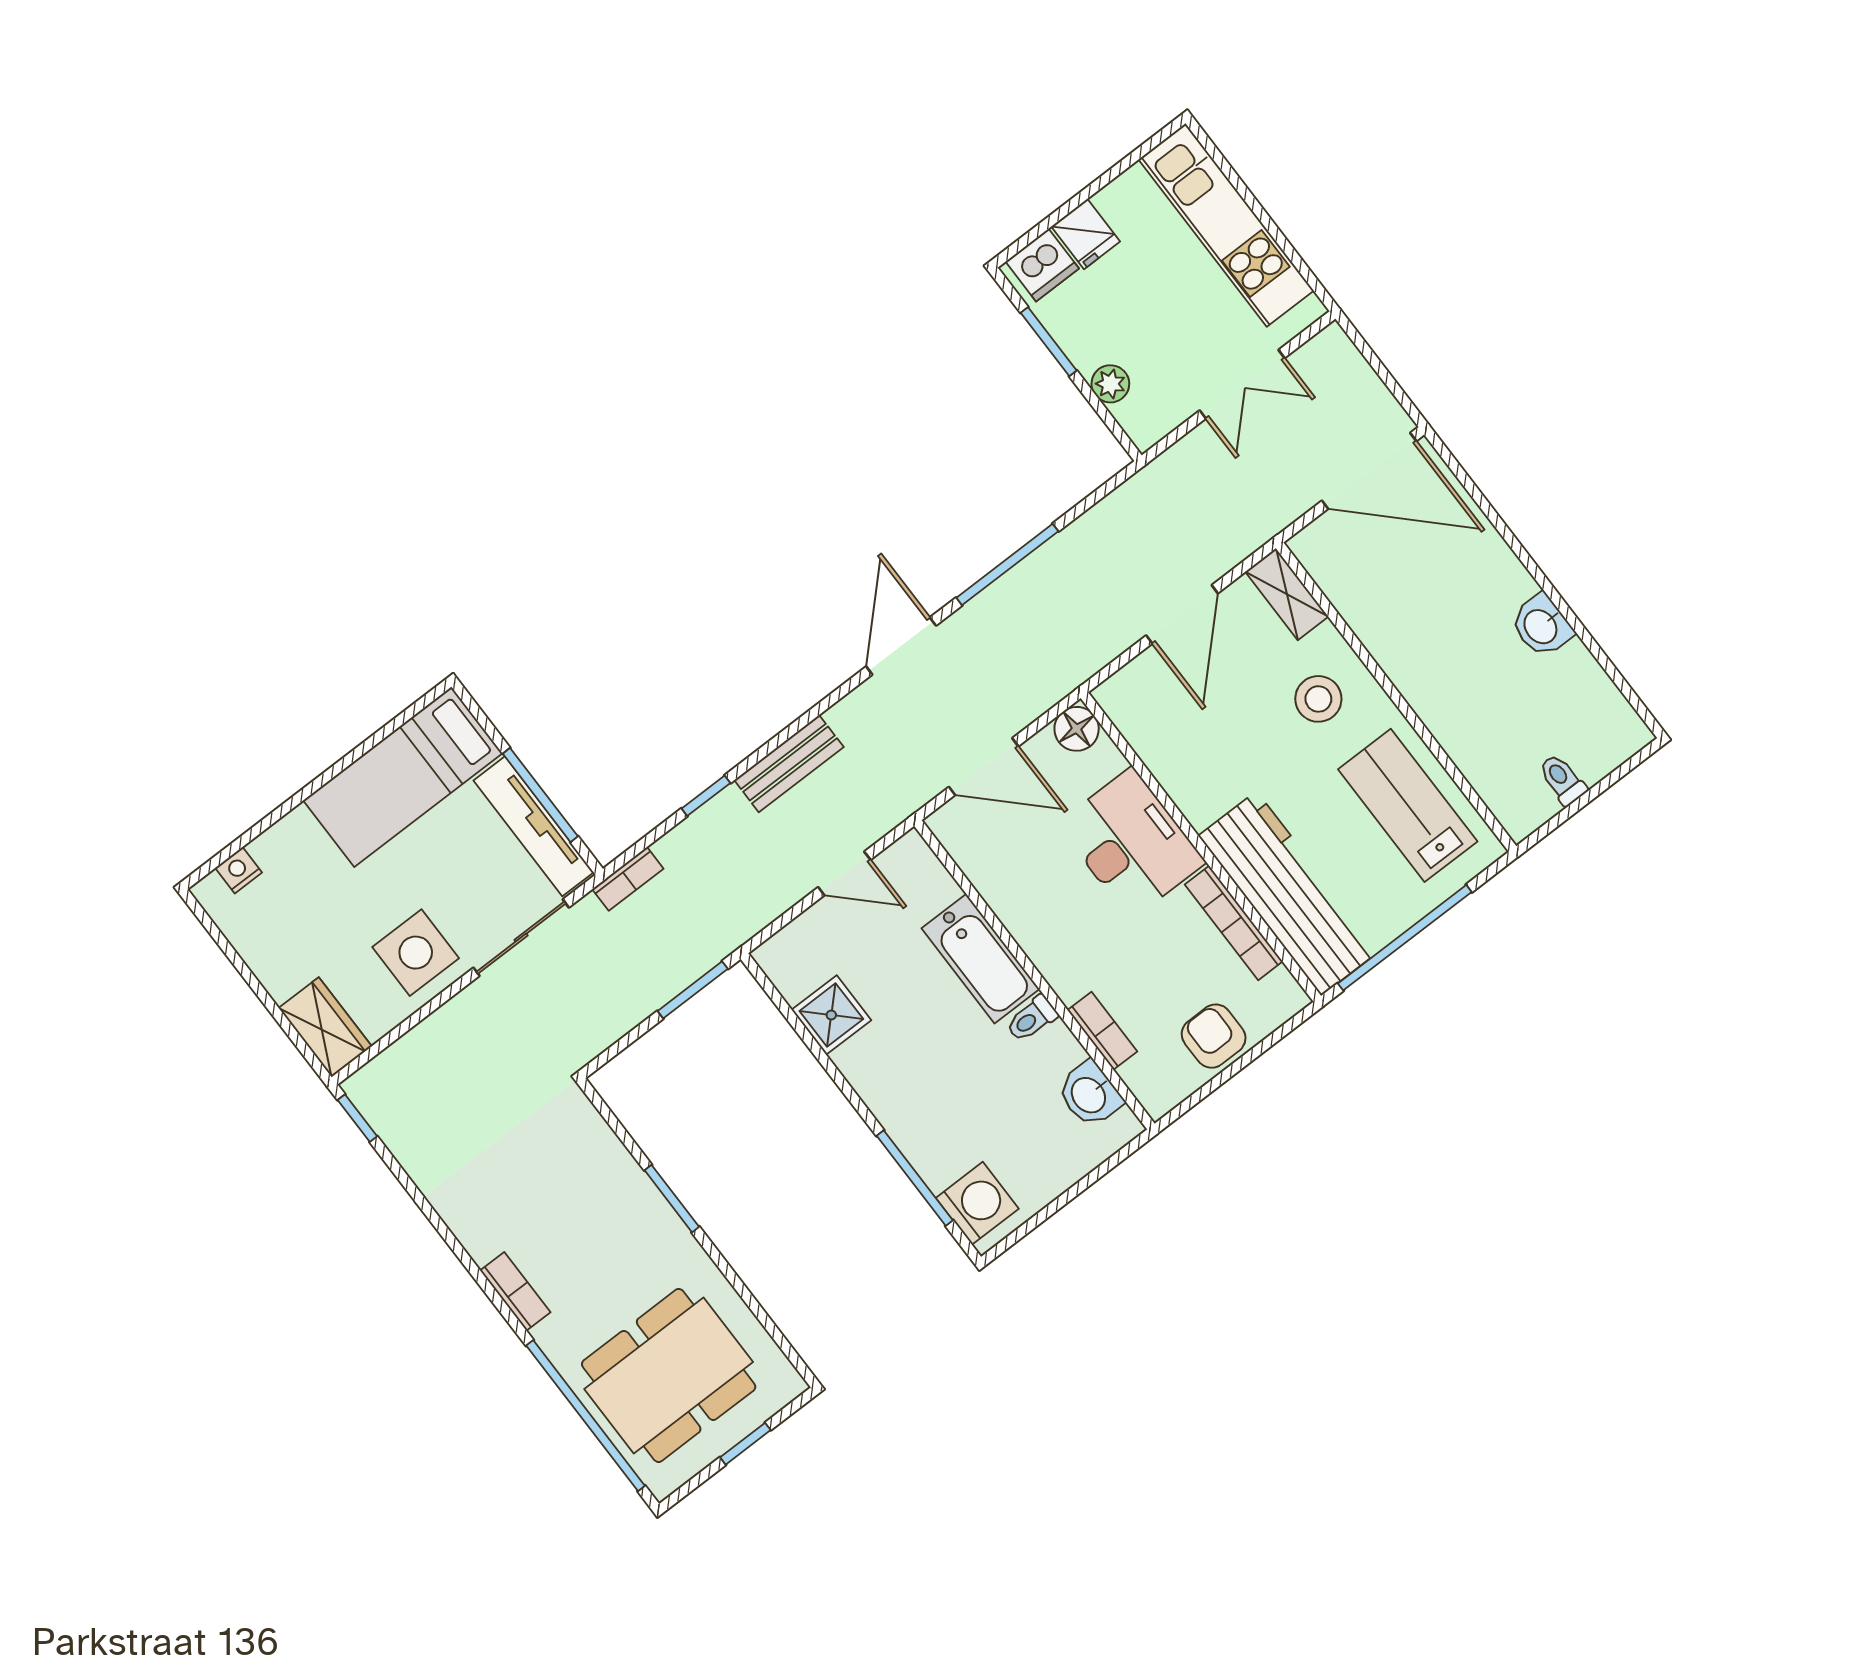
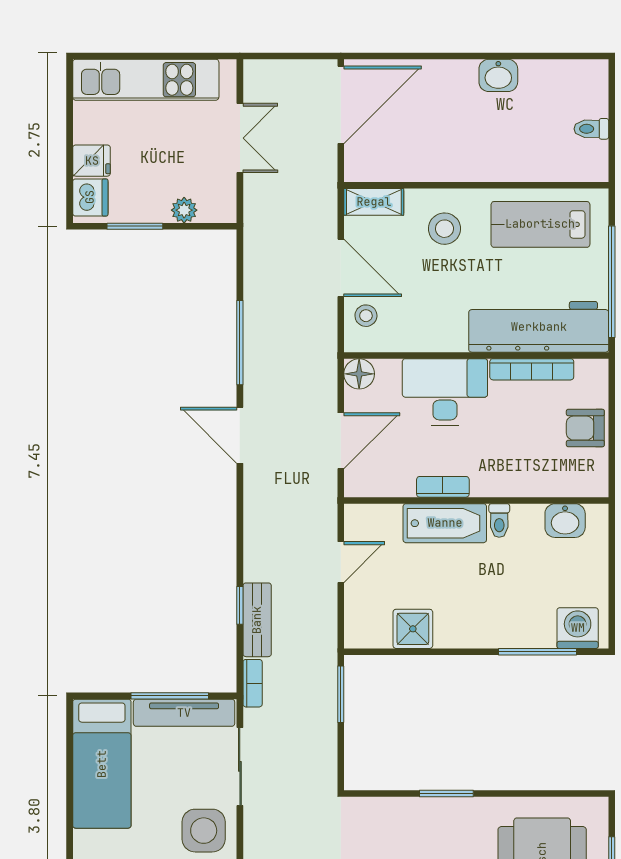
stool: (1149, 685) -> (366, 316), added
bench: (789, 764) -> (257, 620), moved
bookcase: (1102, 1031) -> (443, 487), moved

